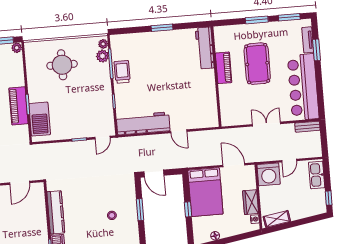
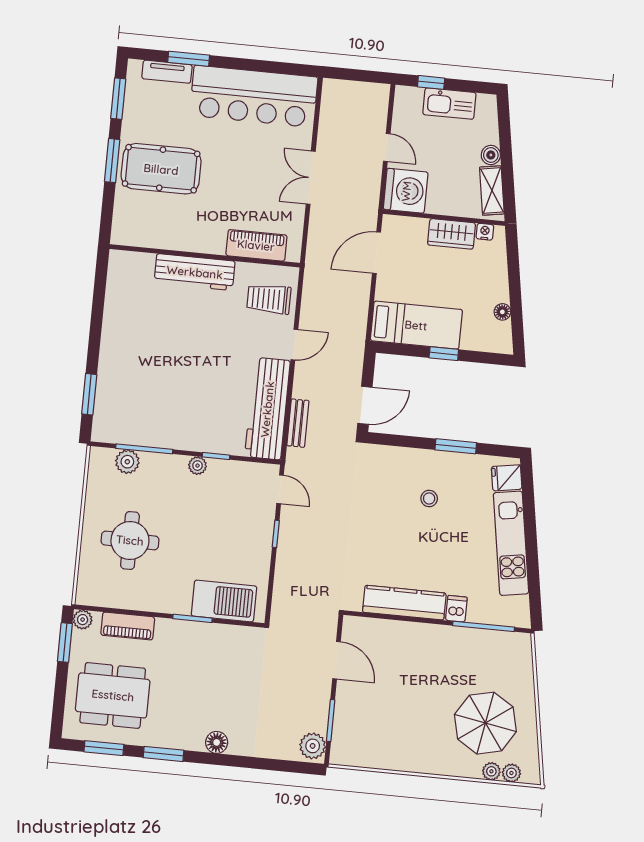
window: (162, 28) -> (89, 394), moved
plant: (103, 44) -> (198, 466), moved
workbench: (205, 48) -> (195, 272), moved
pool table: (257, 64) -> (161, 169), moved
piano: (224, 68) -> (256, 245), moved
trolley: (122, 72) -> (269, 299), moved
piano: (18, 106) -> (128, 626), moved, width x0.73, depth x0.75
bench: (307, 127) -> (298, 423), moved
kitchen sink: (317, 175) -> (449, 104), moved
bed: (205, 192) -> (416, 325), width x0.67
window: (329, 198) -> (431, 82), moved
window: (140, 210) -> (456, 446), moved
boiler: (295, 215) -> (491, 155), added

